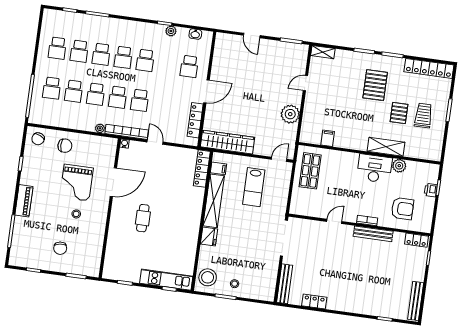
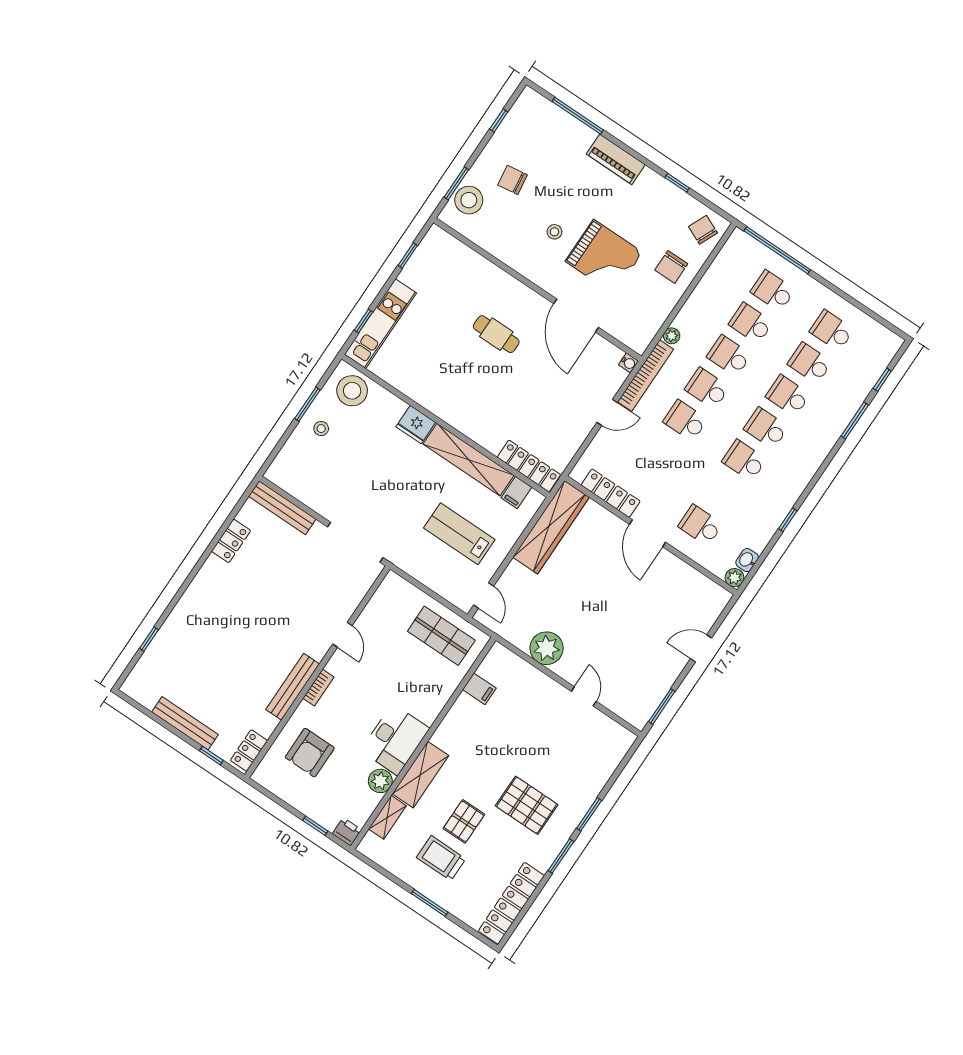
plant: (171, 31) -> (734, 578), moved
shelving: (323, 52) -> (387, 817), moved
pallet: (399, 113) -> (464, 821), turned 90
trolley: (423, 115) -> (441, 858), turned 180
grand piano: (77, 183) -> (604, 257), turned 180
printer: (431, 190) -> (347, 832), moved
stool: (81, 265) -> (469, 200), added
bench: (416, 301) -> (185, 723), moved

